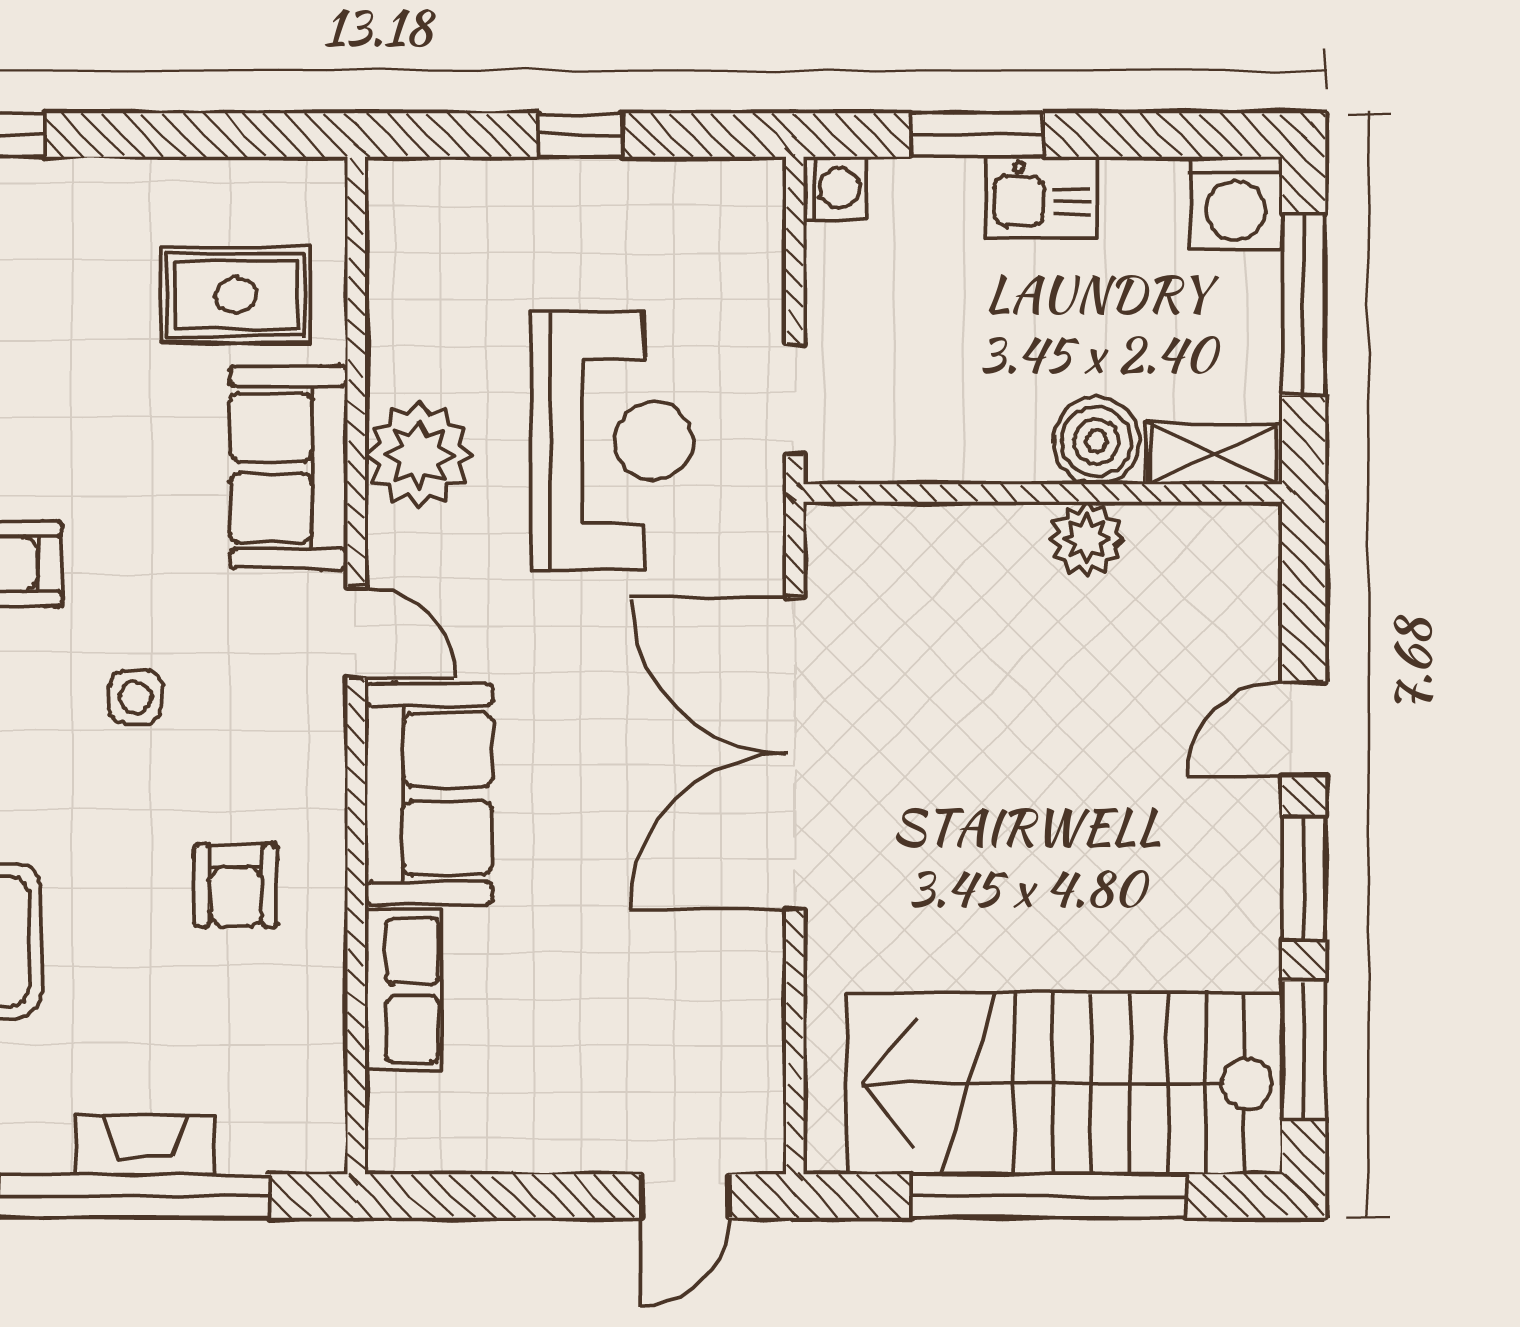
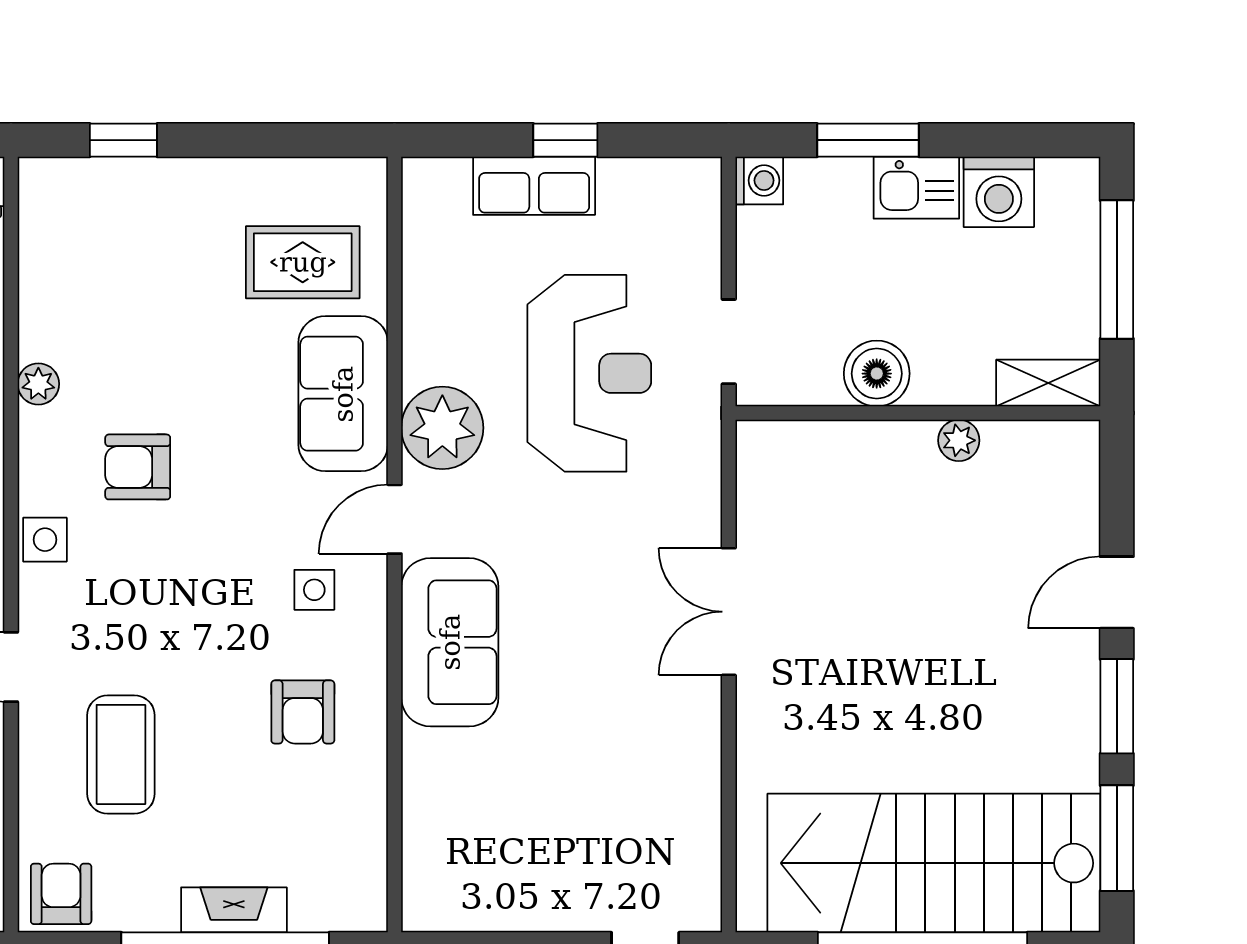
washing machine: (1236, 203) -> (999, 192), moved
boiler: (1097, 441) -> (877, 374), moved
plant: (419, 455) -> (442, 428), moved
plant: (1086, 539) -> (959, 440), width x0.73, depth x0.73
door: (356, 632) -> (395, 519), swing flipped
side table: (136, 697) -> (314, 590), moved
double door: (795, 753) -> (729, 612), width x0.54
row of seats: (403, 990) -> (534, 186), moved, turned 90

